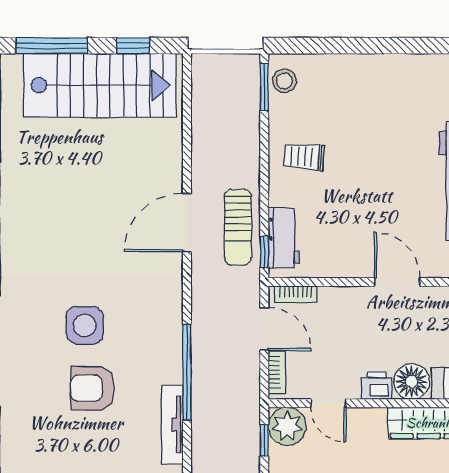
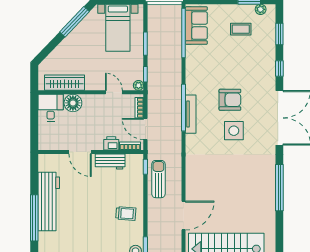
door: (187, 222) -> (184, 215), moved
workbench: (284, 238) -> (110, 162), moved, turned -90
printer: (377, 386) -> (111, 143), moved, turned 180
tv unit: (172, 424) -> (191, 114), moved
plant: (287, 426) -> (138, 85), width x0.53, depth x0.53

